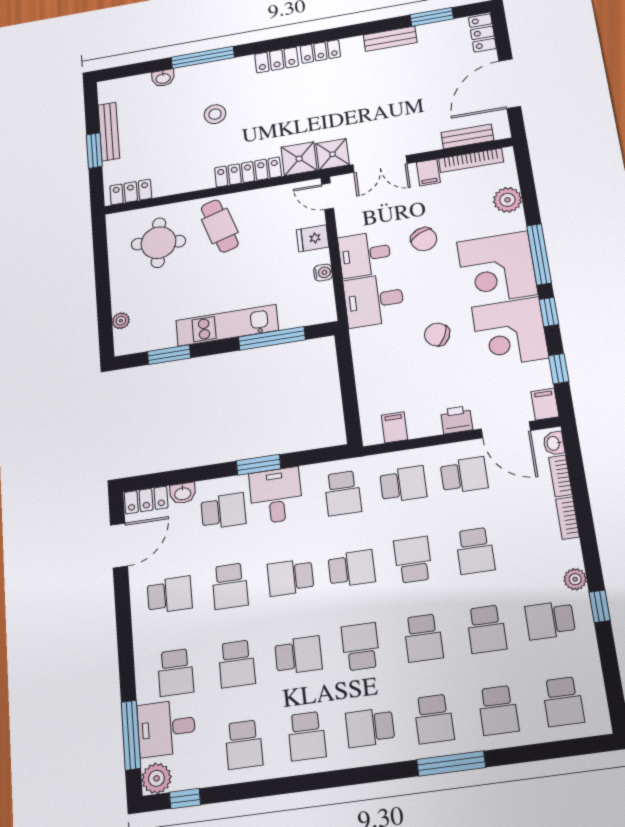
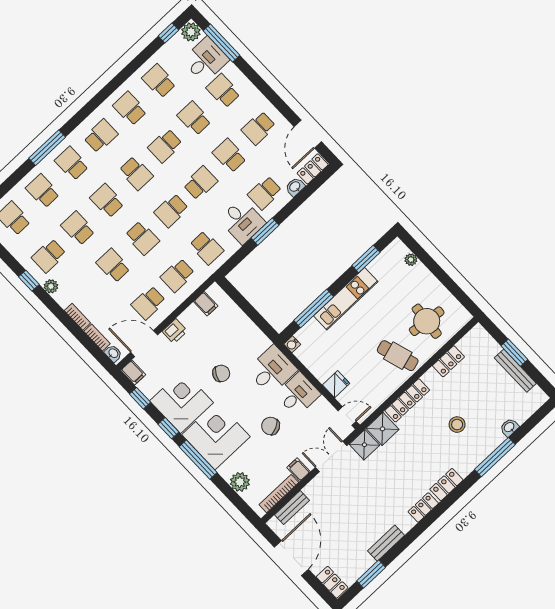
locker: (131, 192) -> (448, 361), moved
water cooler: (323, 273) -> (292, 344), moved
school desk: (343, 493) -> (207, 248), turned 180
school desk: (550, 620) -> (49, 256), turned 180

